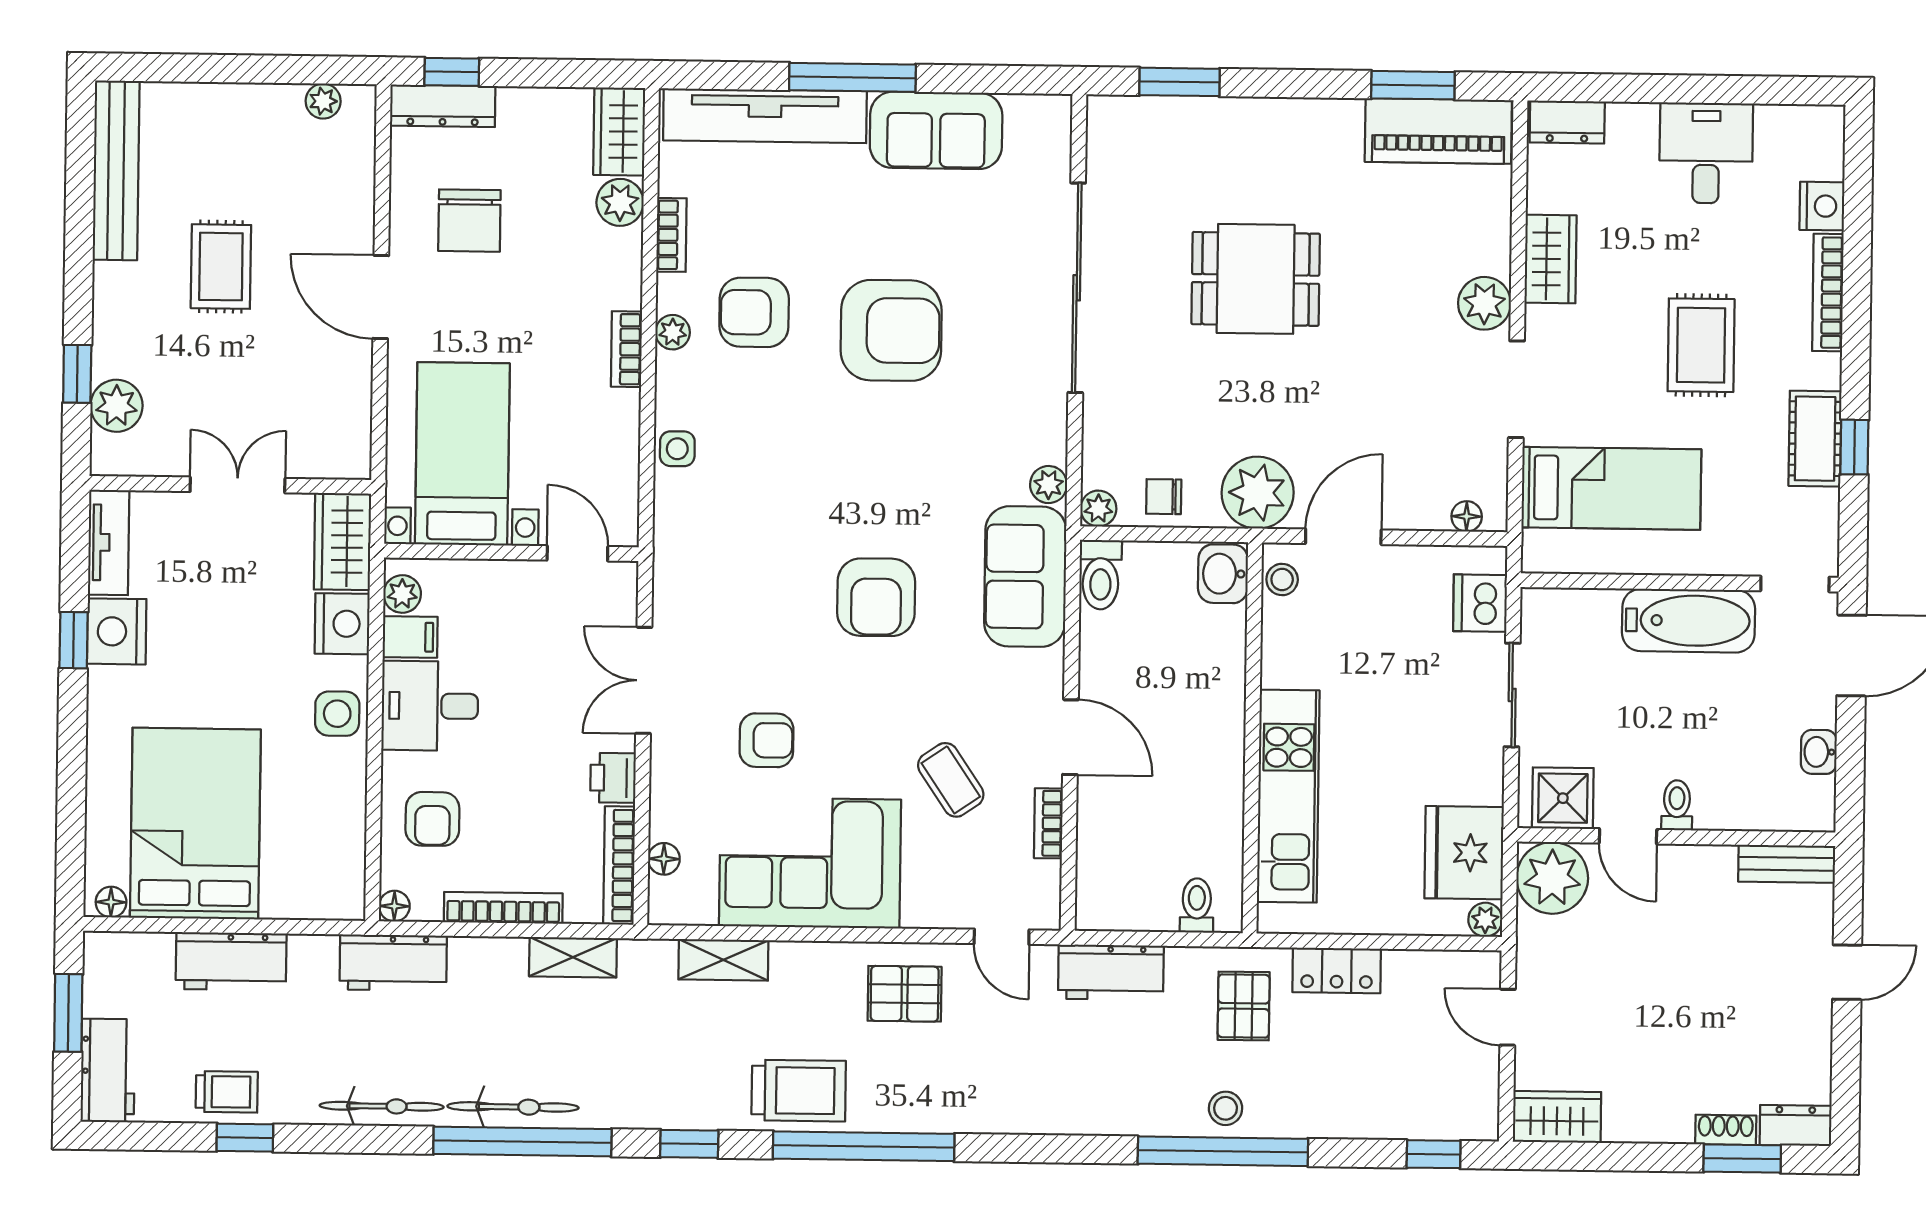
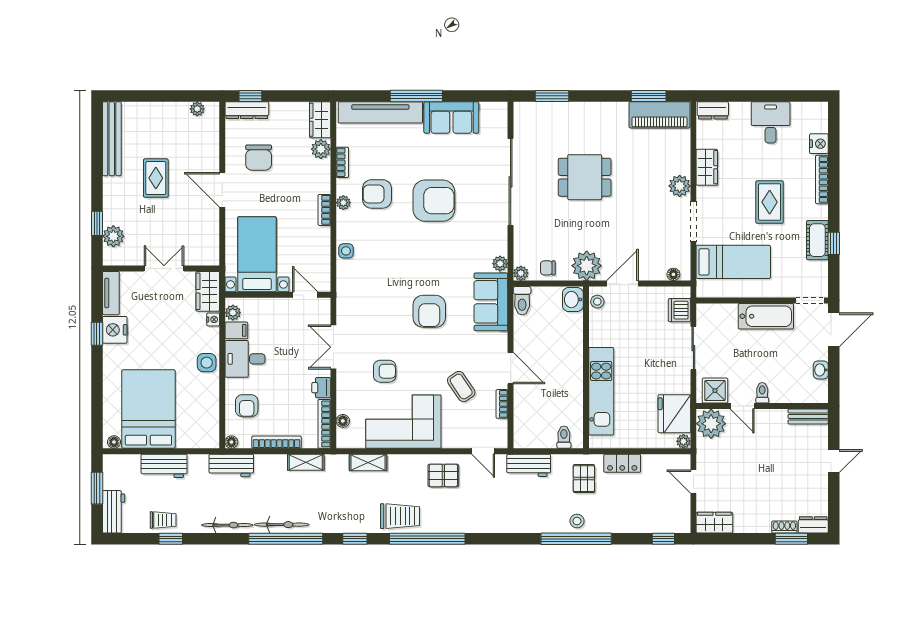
nightstand: (342, 624) -> (213, 319), width x0.53, depth x0.56

